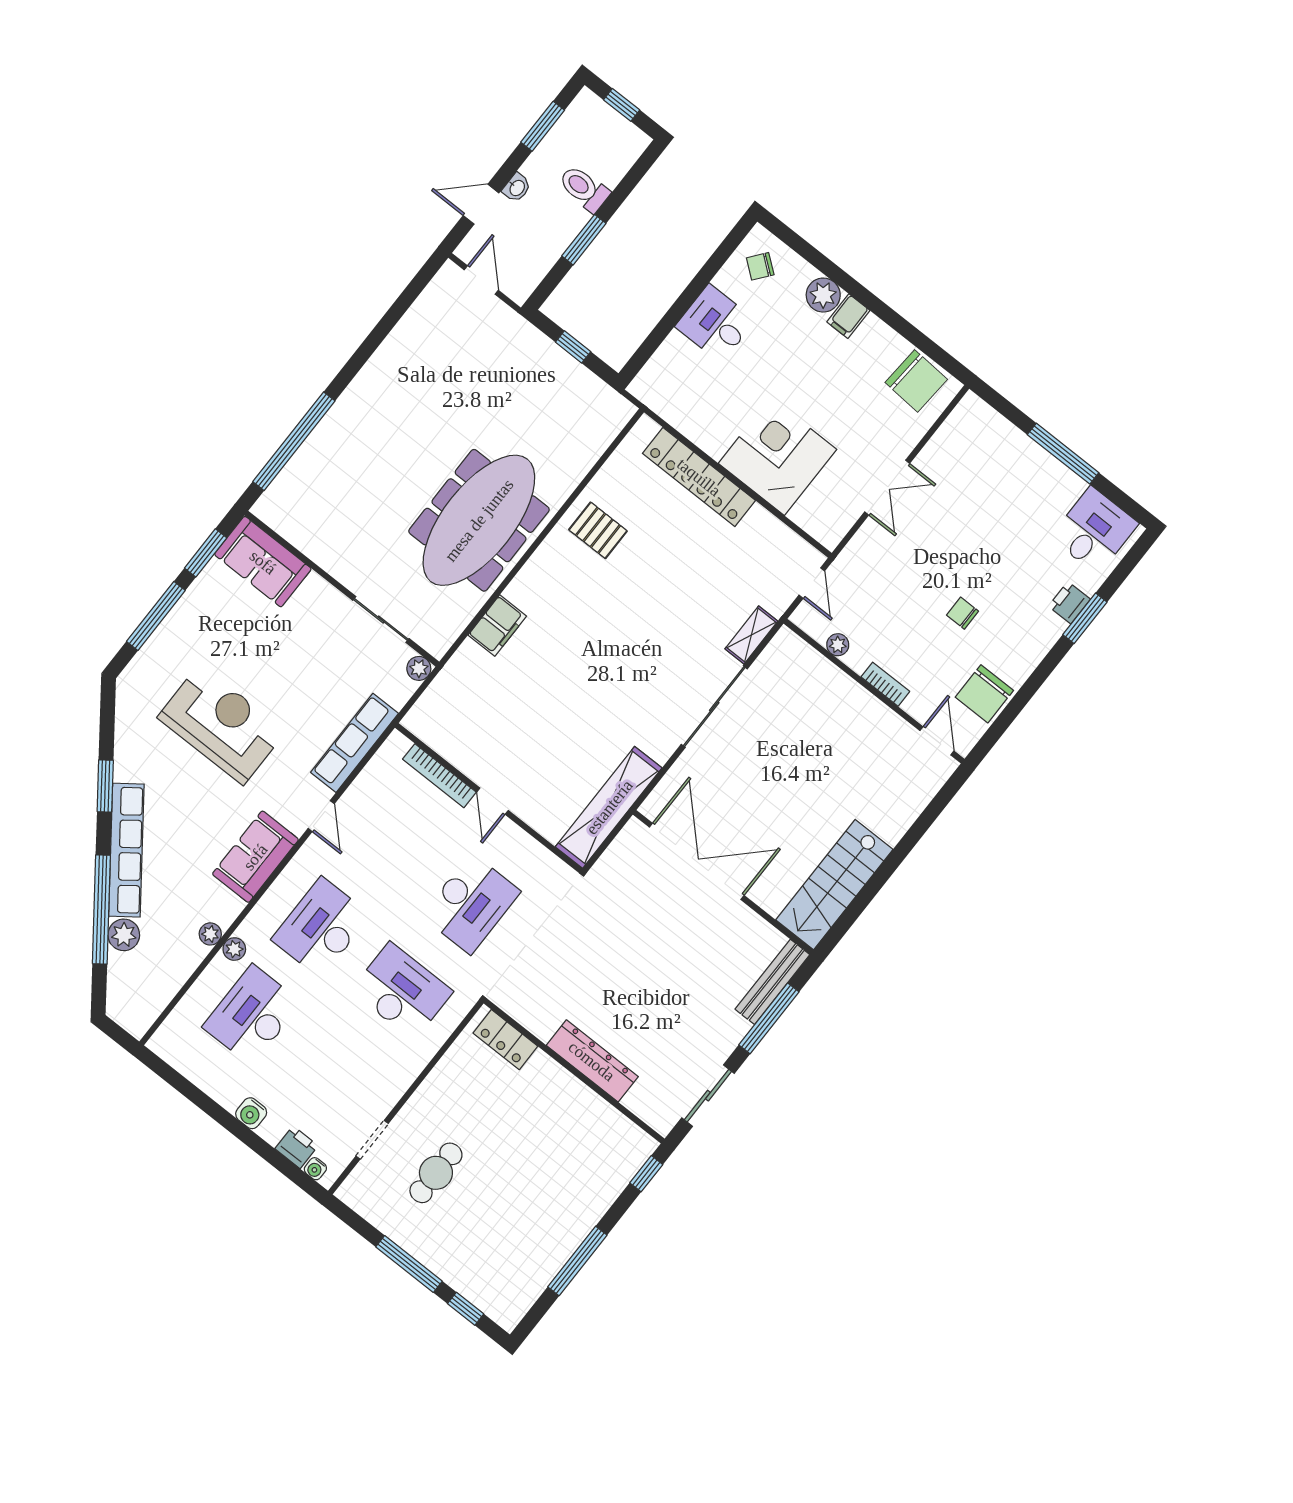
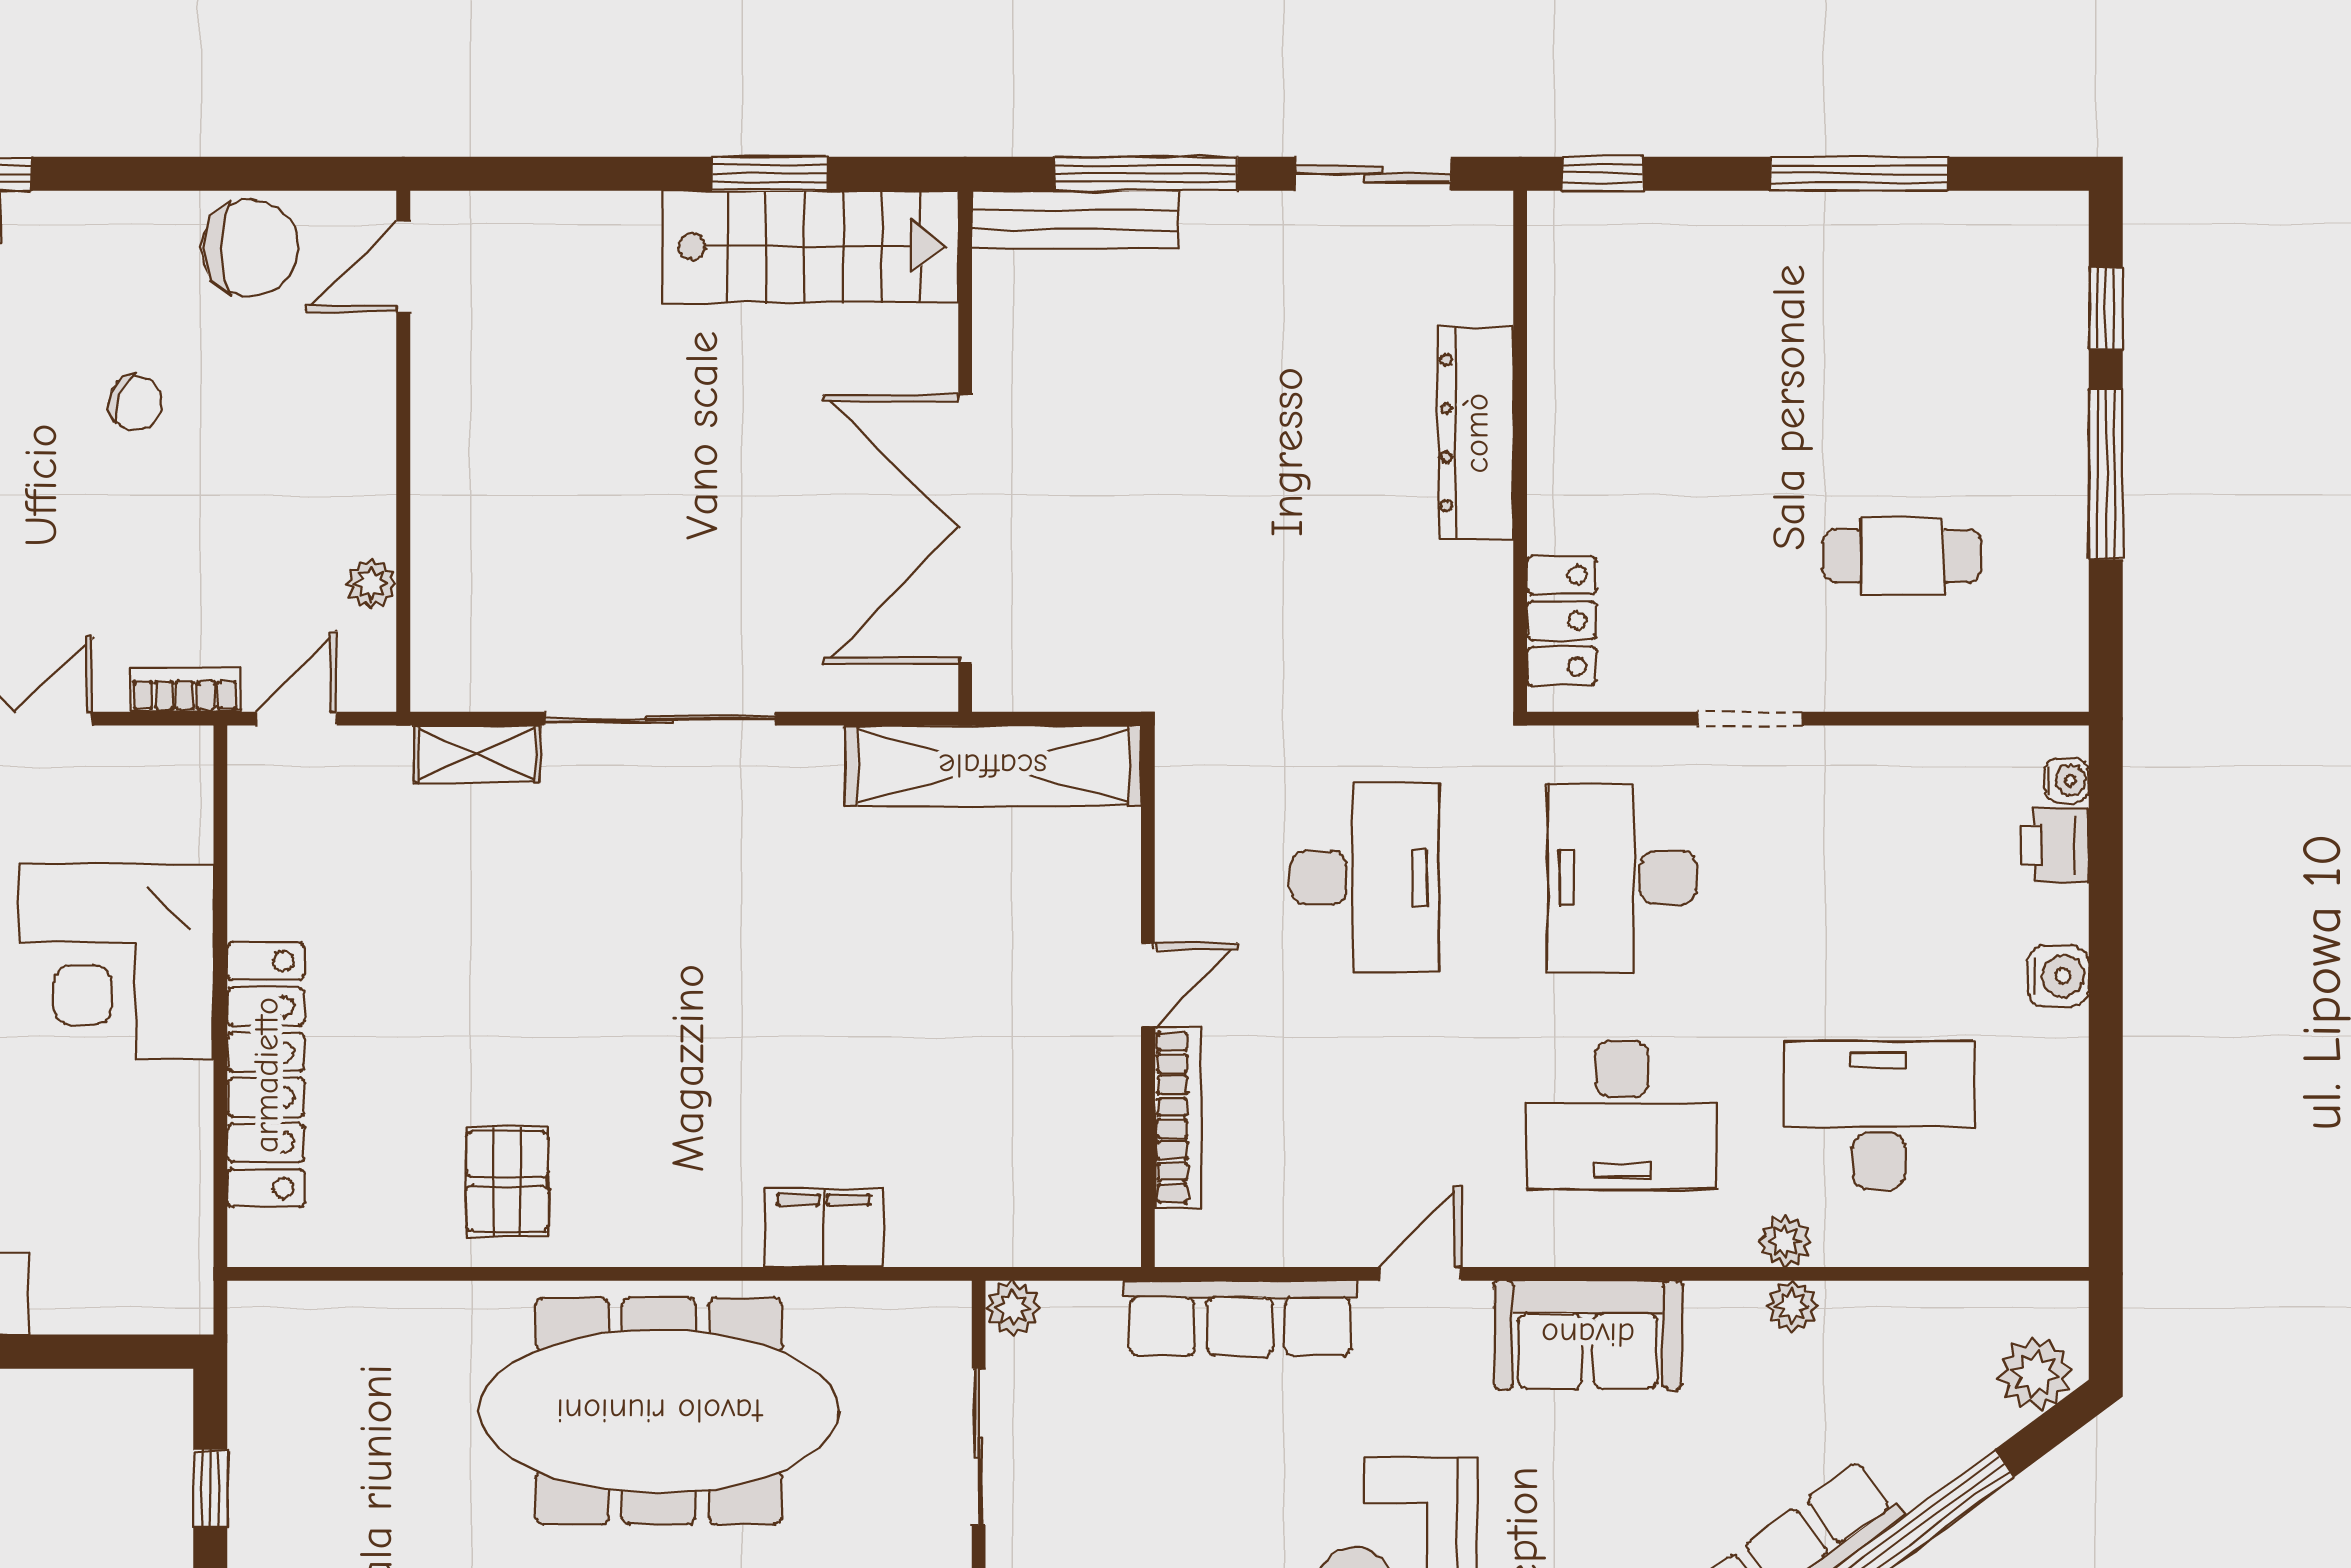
chair: (963, 613) -> (135, 403), turned -67
bookcase: (885, 684) -> (185, 690), moved, turned 90
window: (870, 890) -> (770, 174), added
desk: (471, 904) -> (1365, 877), turned 90
plant: (124, 935) -> (2035, 1374), moved
desk: (252, 1015) -> (1879, 1115), turned 180
doorway: (372, 1140) -> (1749, 719), moved

